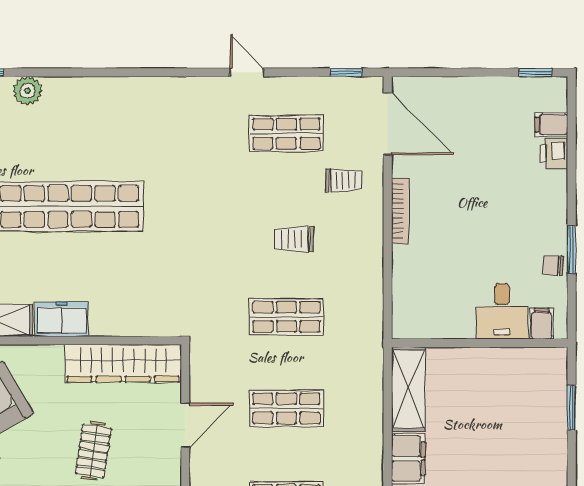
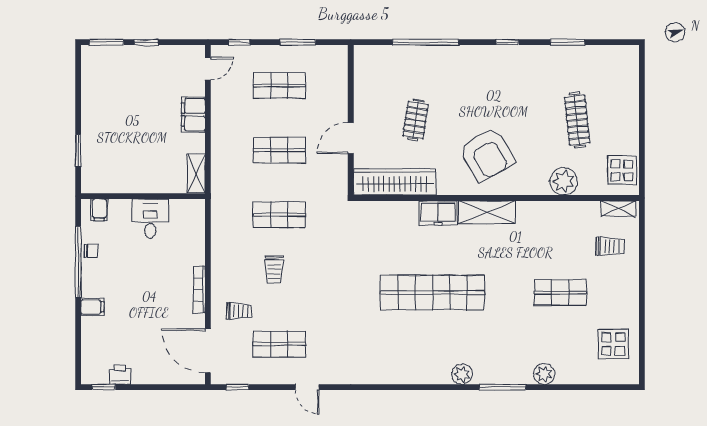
filing cabinet: (551, 124) -> (92, 307), moved
printer: (554, 154) -> (120, 375), moved, turned -90
trolley: (344, 180) -> (239, 311), turned 180
trolley: (294, 239) -> (274, 270), turned 90
window: (572, 249) -> (78, 262), width x2.11
desk: (502, 311) -> (150, 219), moved
shelving: (408, 389) -> (196, 173), width x0.67, depth x0.75

